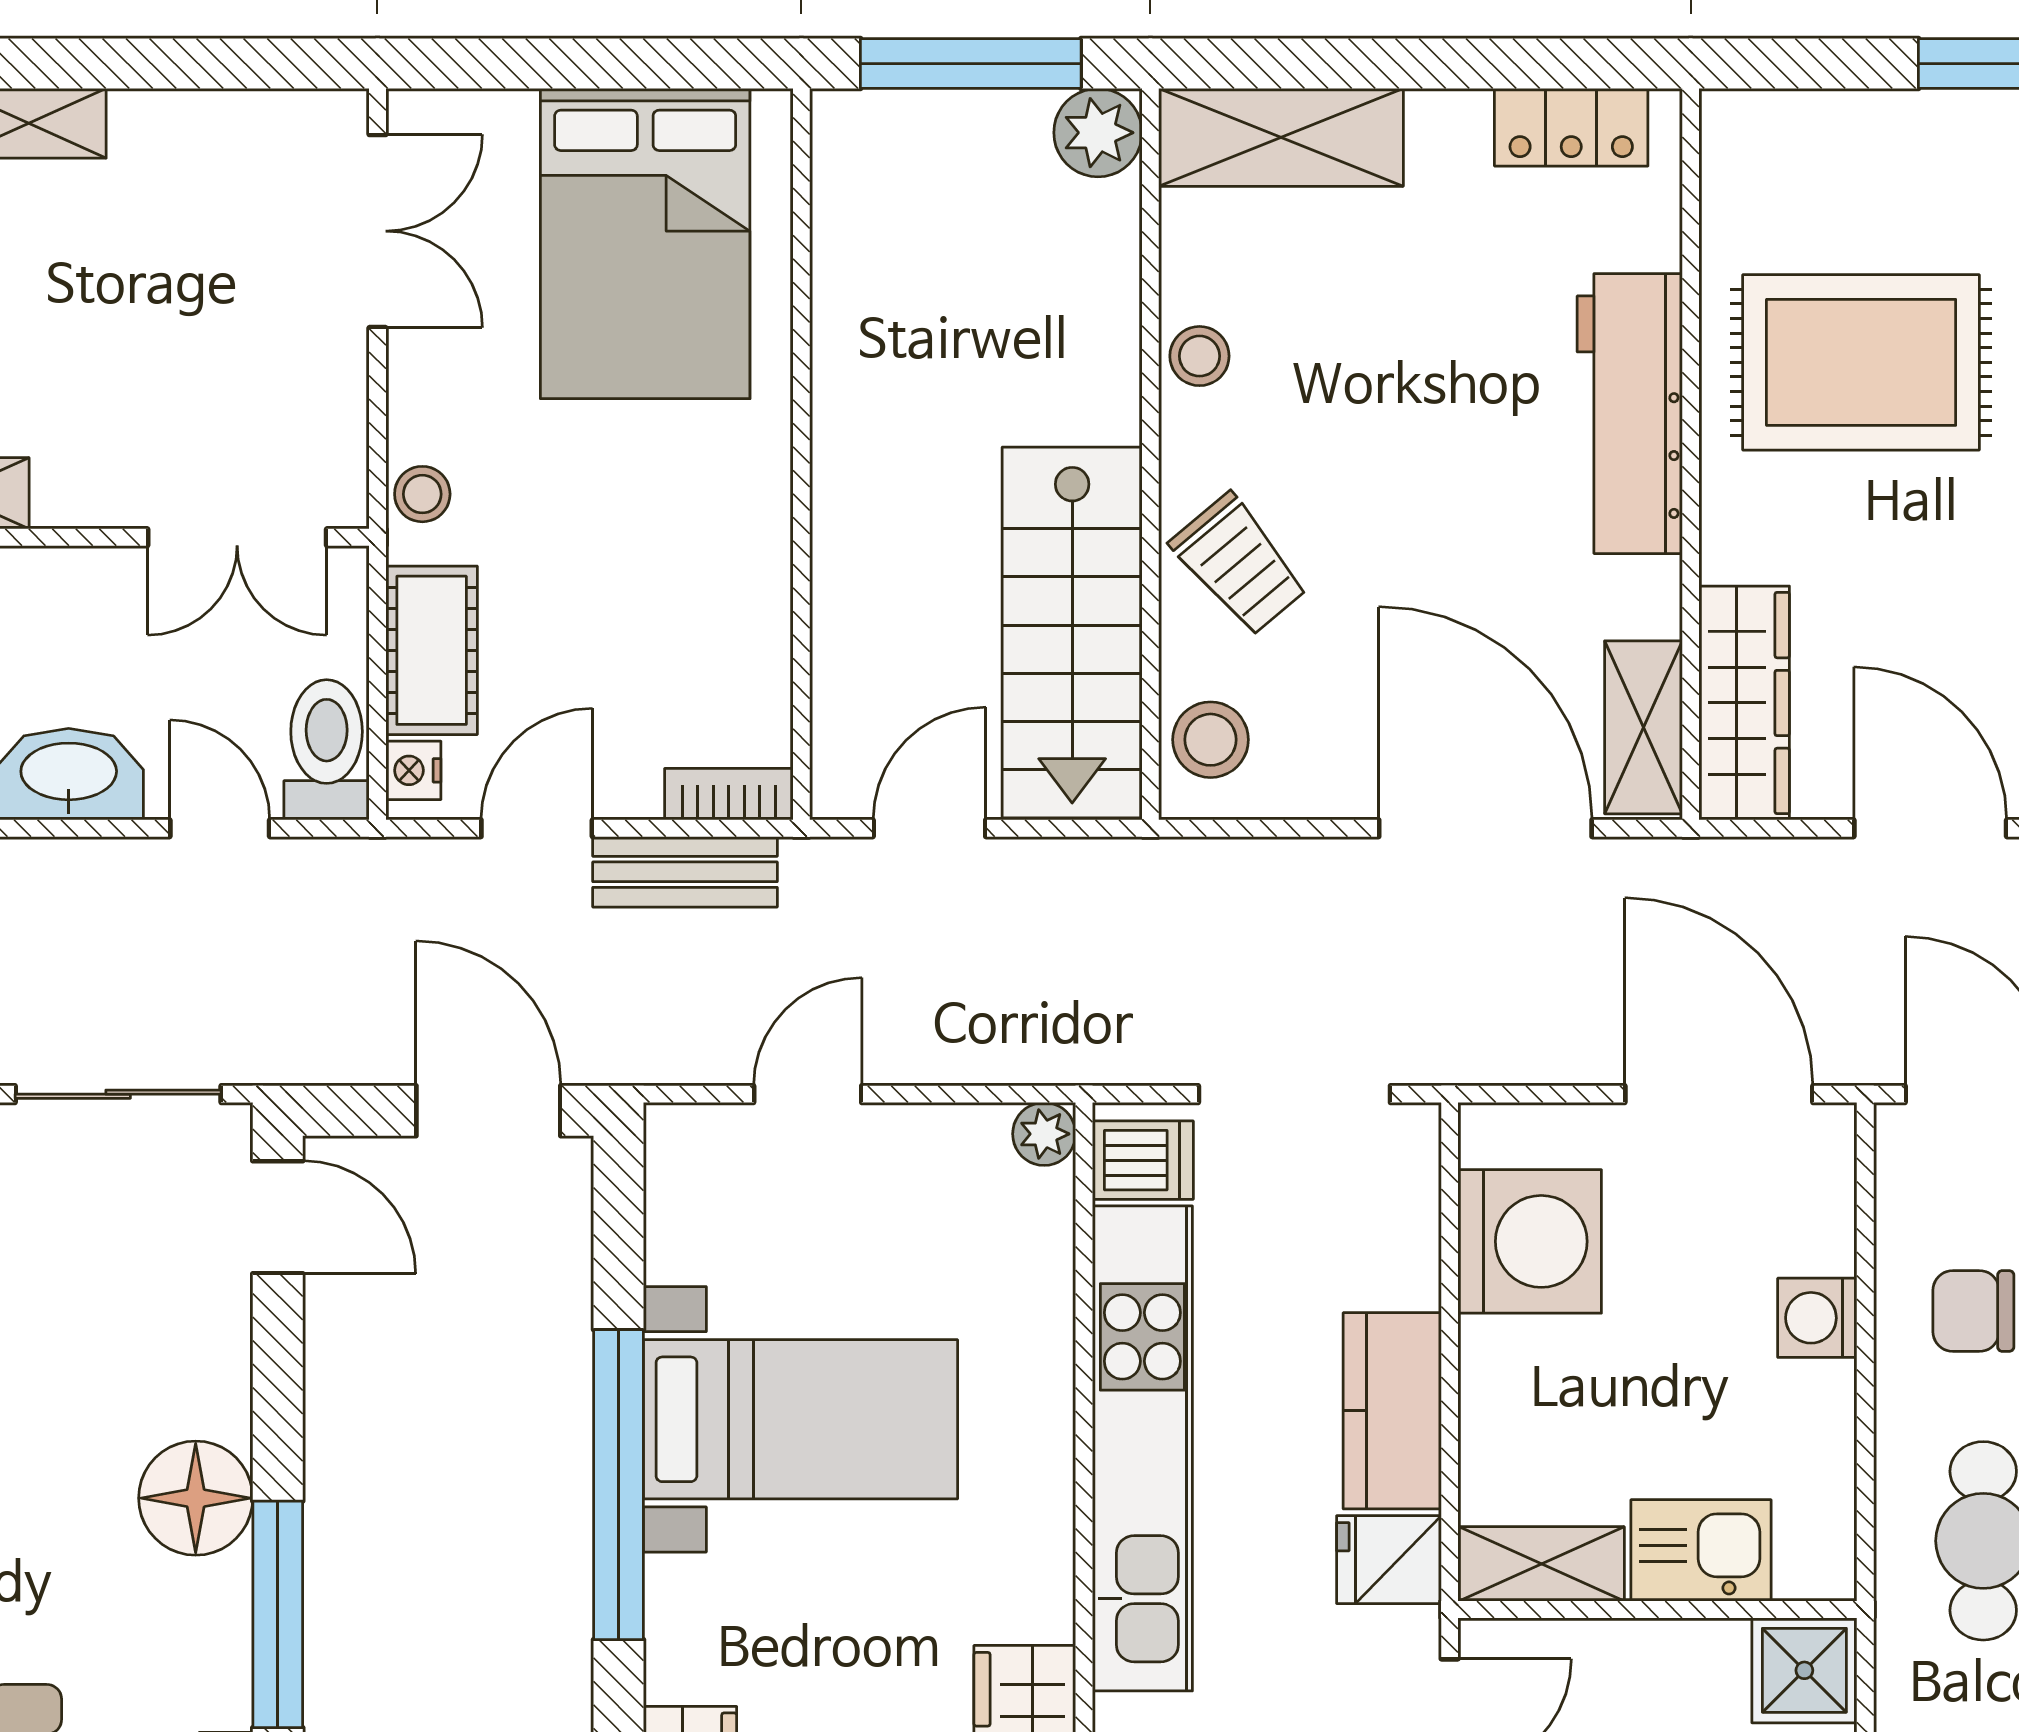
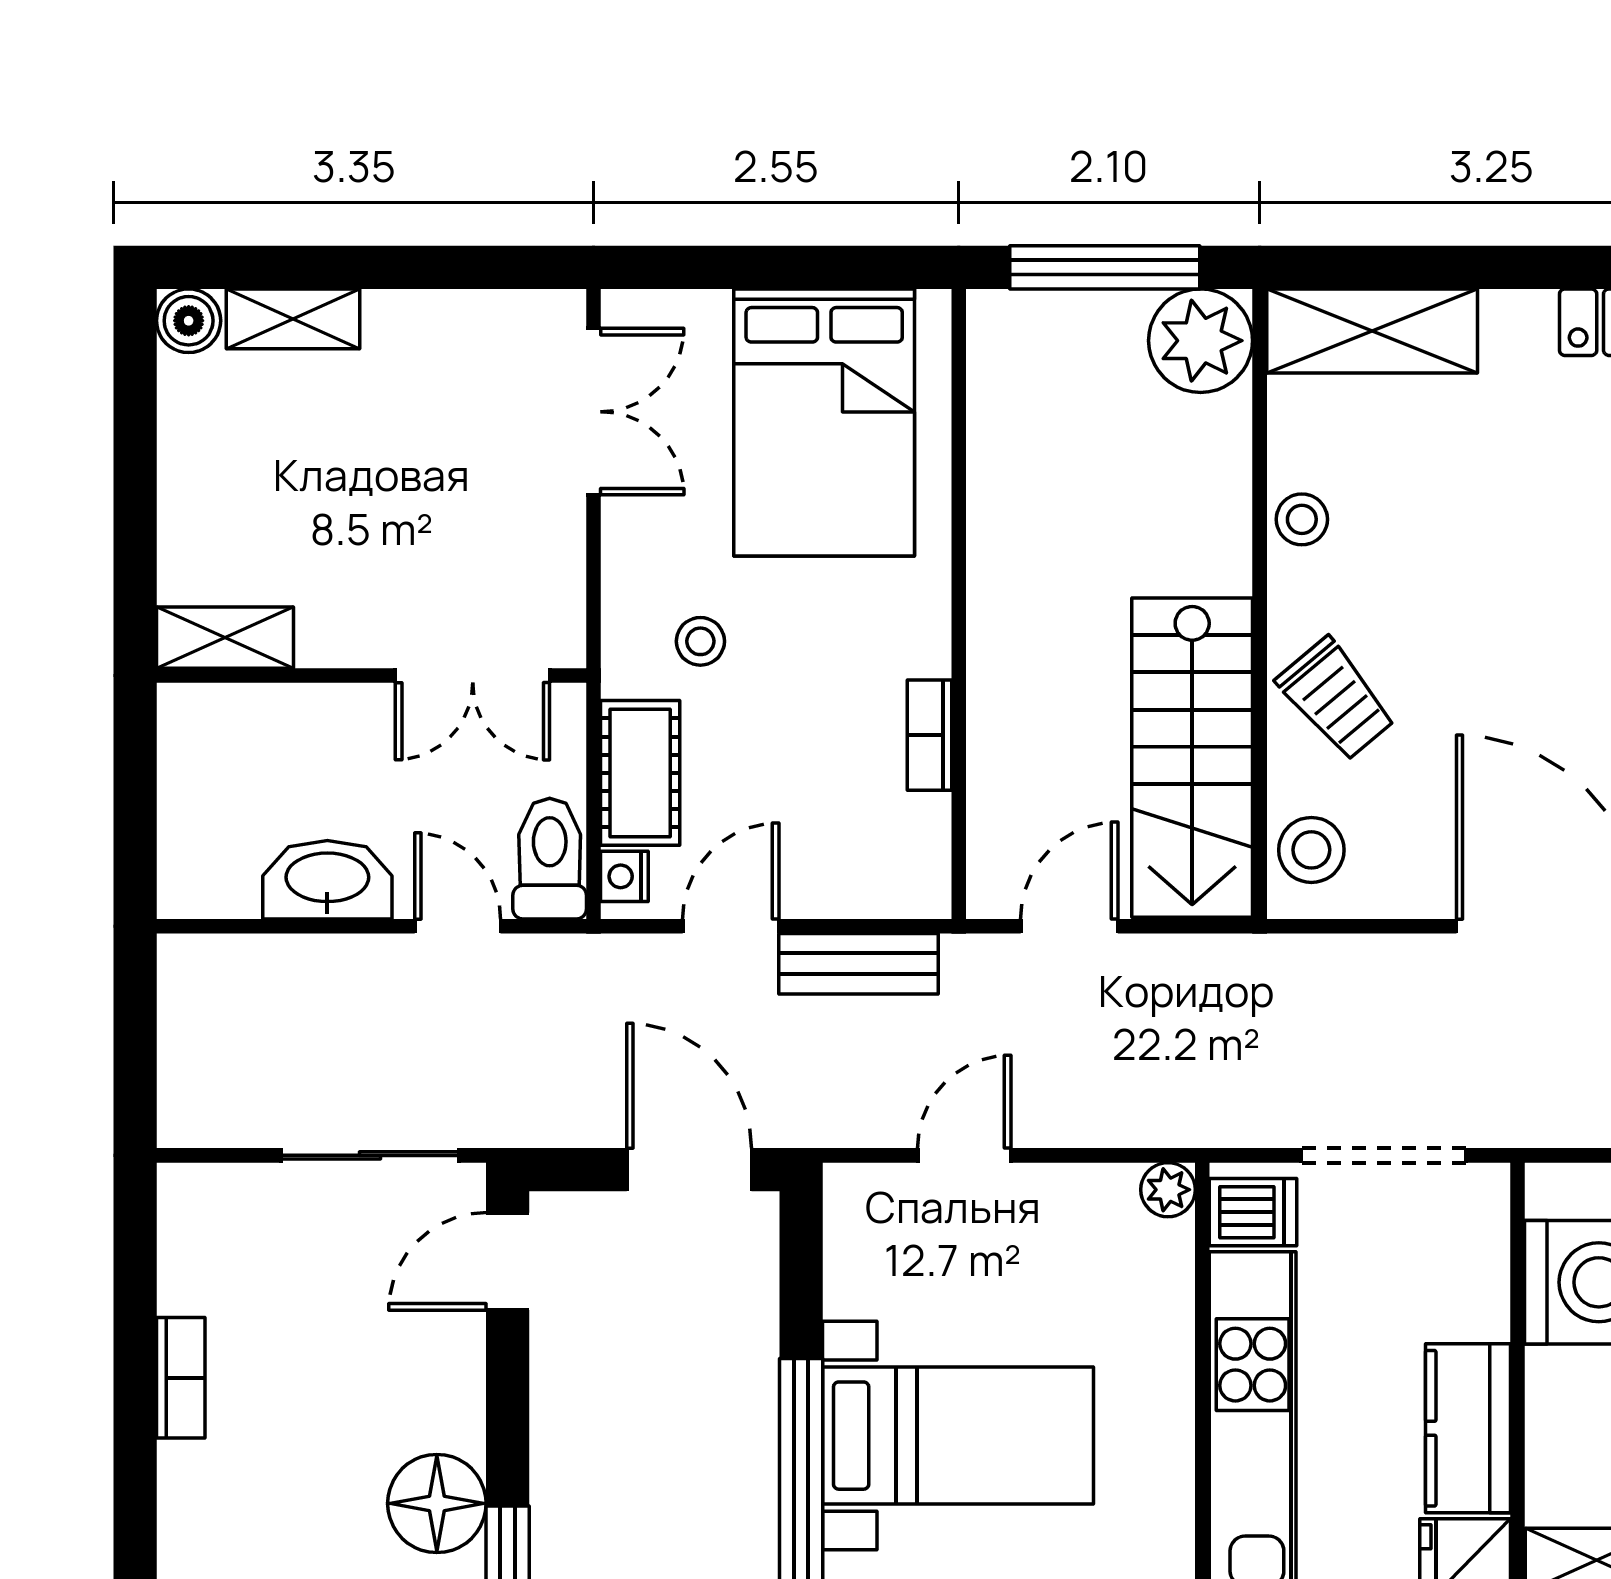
plant: (1098, 133) -> (1201, 341), width x1.36, depth x1.36
stool: (422, 494) -> (700, 641), moved
bookcase: (729, 794) -> (929, 735), moved, turned -90
door: (278, 1217) -> (508, 1261), swing flipped

